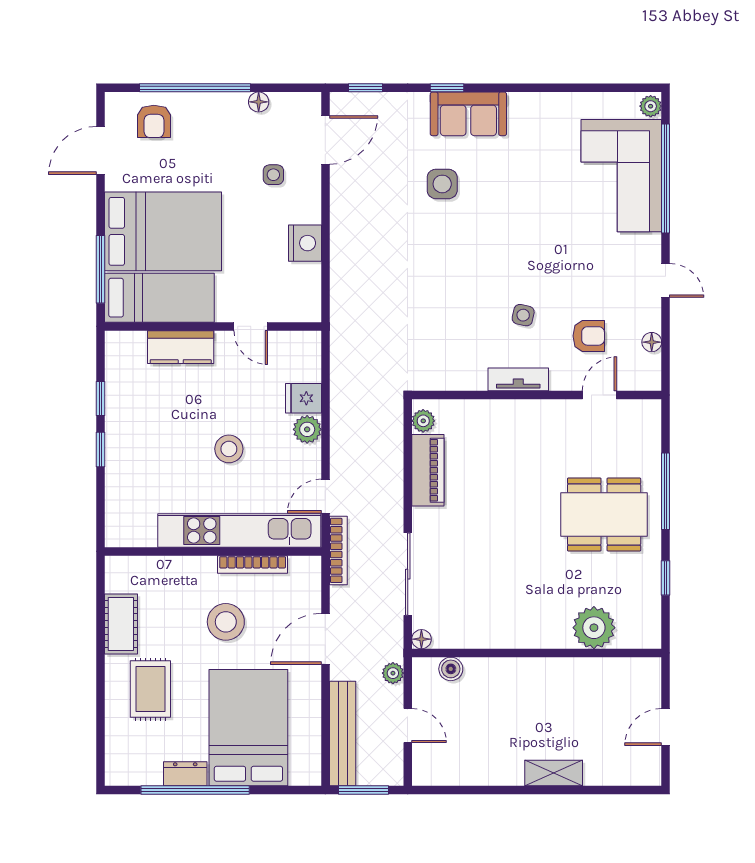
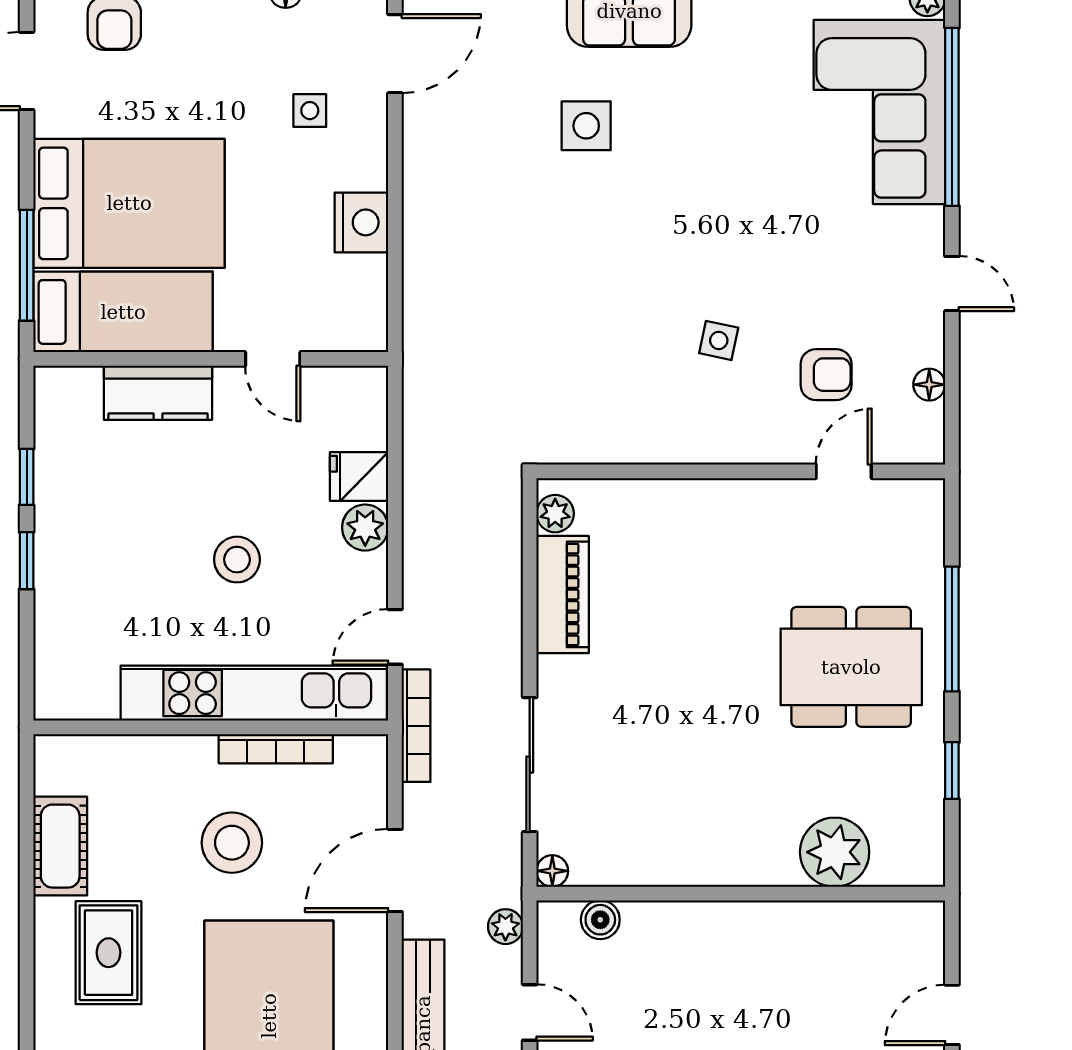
tv unit: (518, 379) -> (711, 446), removed

